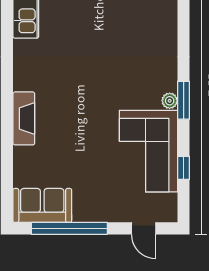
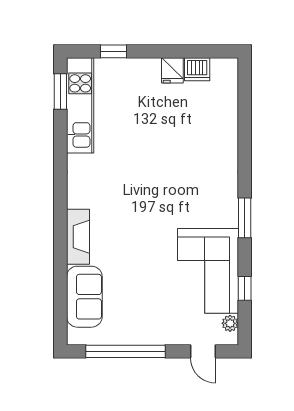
plant: (170, 101) -> (230, 323), moved
sofa: (42, 205) -> (84, 297), moved, turned 90

